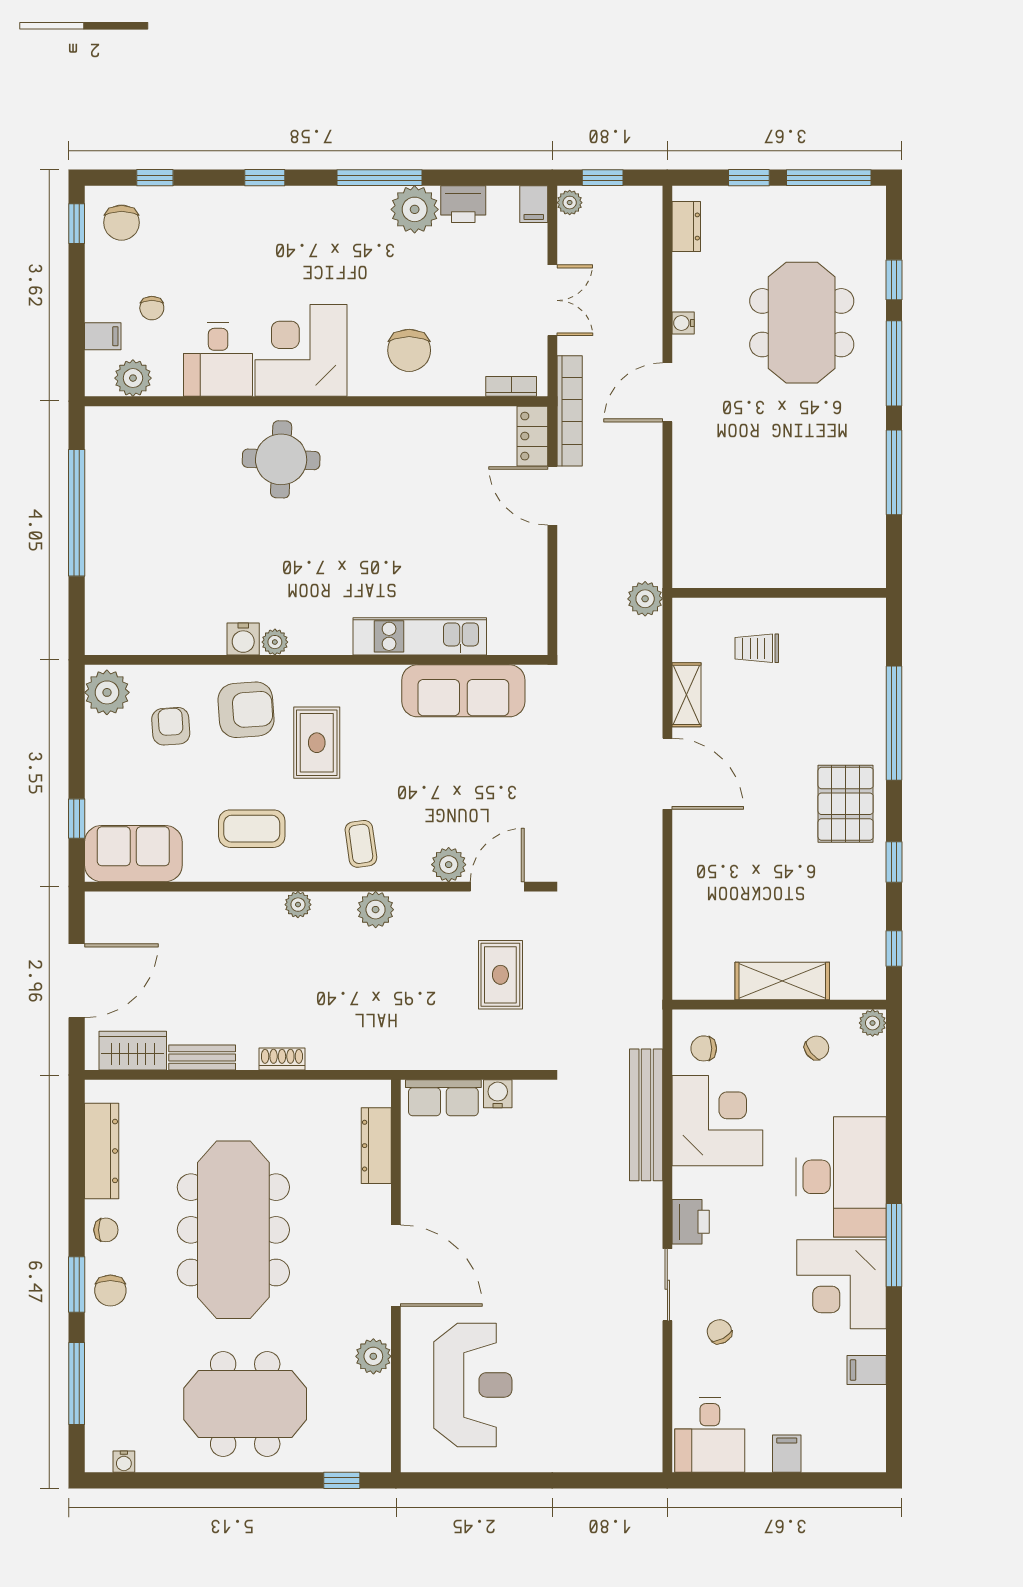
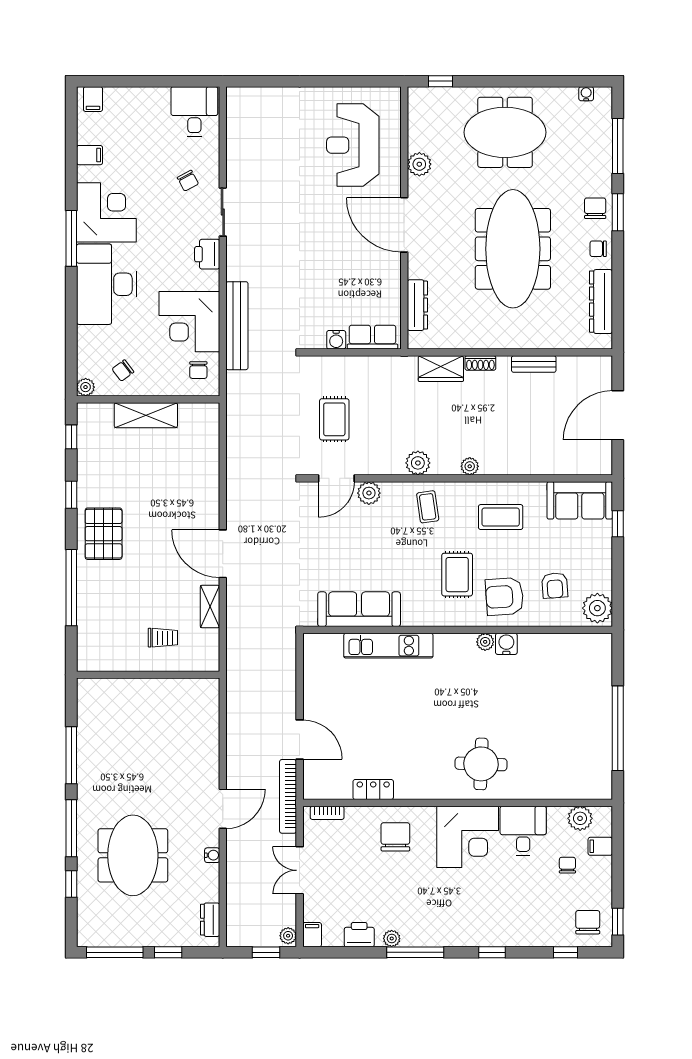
plant: (415, 209) -> (392, 939), width x0.53, depth x0.53
locker: (532, 436) -> (373, 789), moved, turned -90
plant: (645, 599) -> (238, 671), removed
chair: (704, 1048) -> (198, 370), turned 90
wardrobe: (133, 1051) -> (441, 369), moved
filing cabinet: (787, 1454) -> (93, 99), moved

